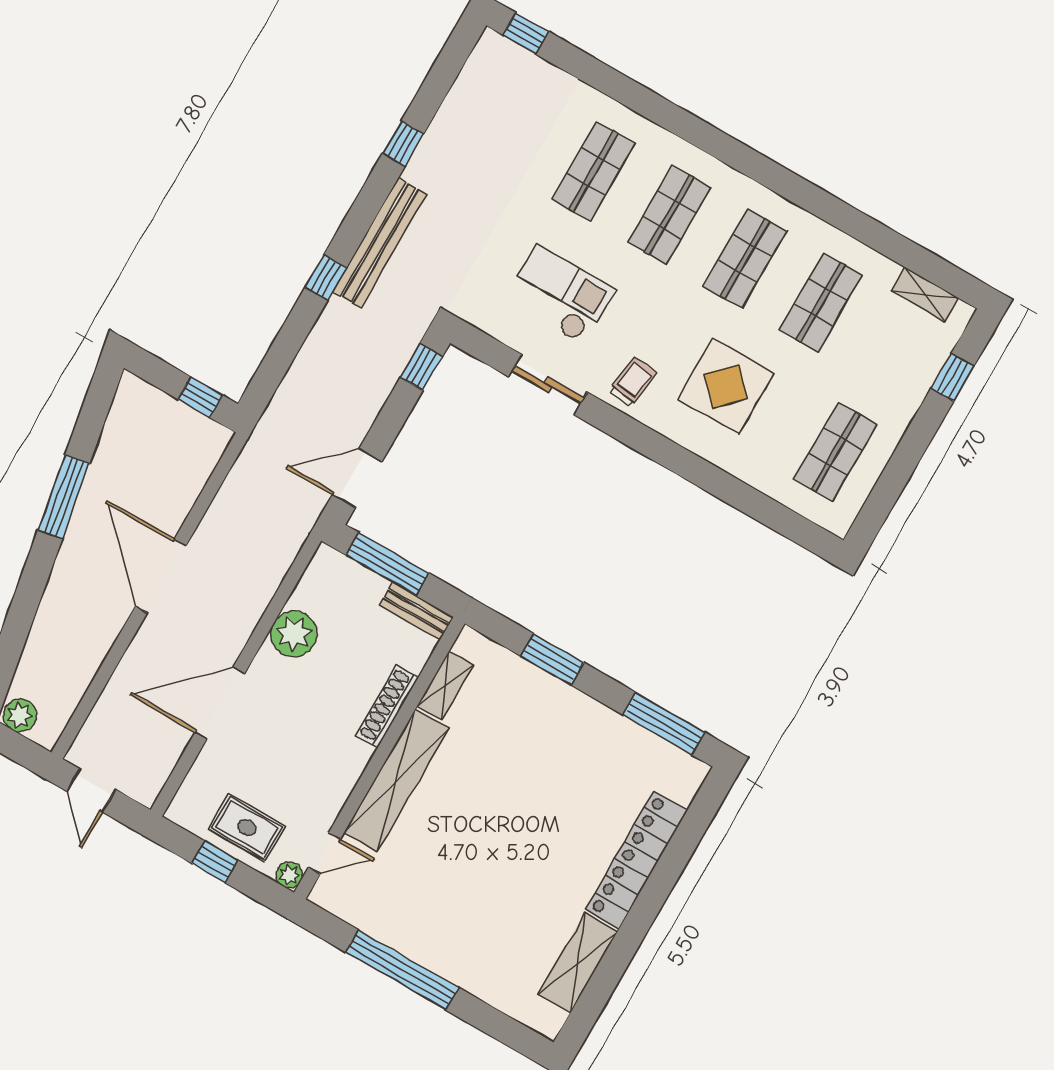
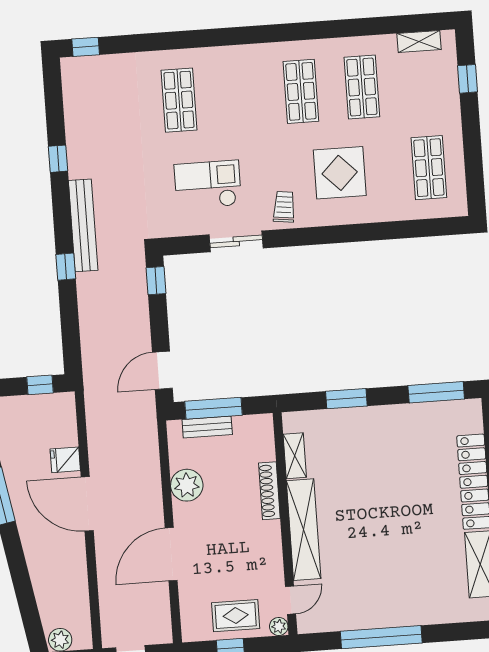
shop shelf: (669, 215) -> (240, 96), removed
fridge: (170, 506) -> (65, 460), added
bench: (416, 611) -> (207, 427), moved

